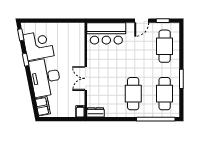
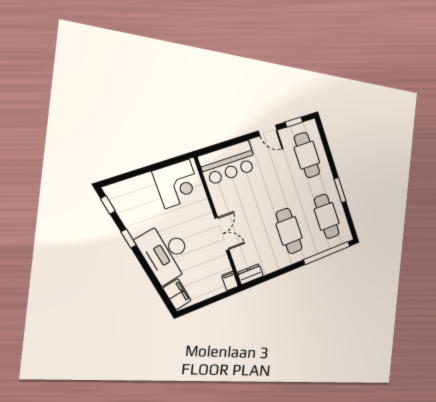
door: (142, 21) -> (268, 130), hinge flipped
corner desk: (39, 45) -> (177, 184), moved, turned 101
double door: (86, 78) -> (222, 234), swing flipped

